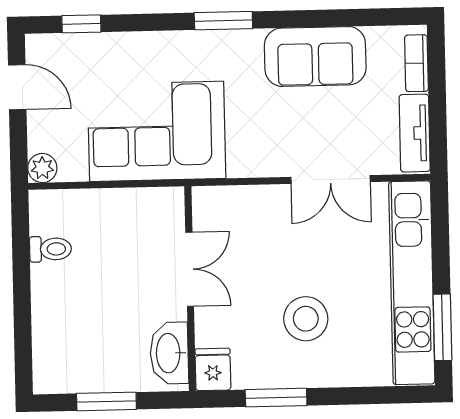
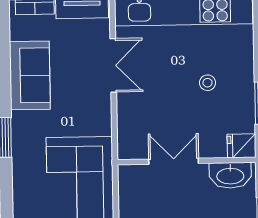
stool: (306, 319) -> (208, 83), width x0.53, depth x0.53

